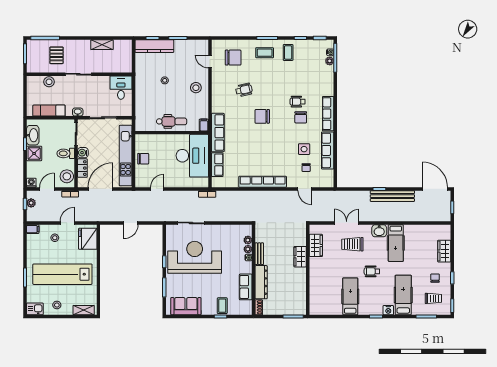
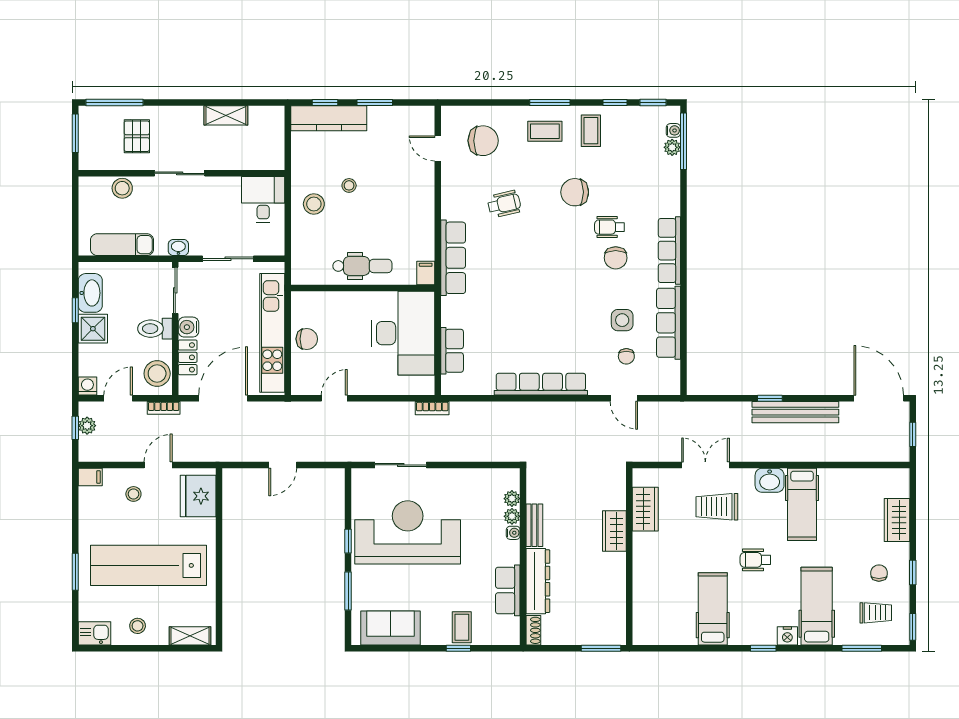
stool: (196, 88) -> (314, 204), moved
chair: (262, 116) -> (575, 192), moved
row of seats: (218, 133) -> (453, 258), moved

